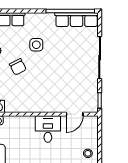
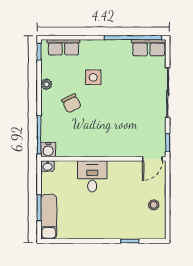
row of seats: (77, 20) -> (149, 48), width x0.68
door: (75, 114) -> (152, 159), moved
desk: (48, 129) -> (92, 176), moved

